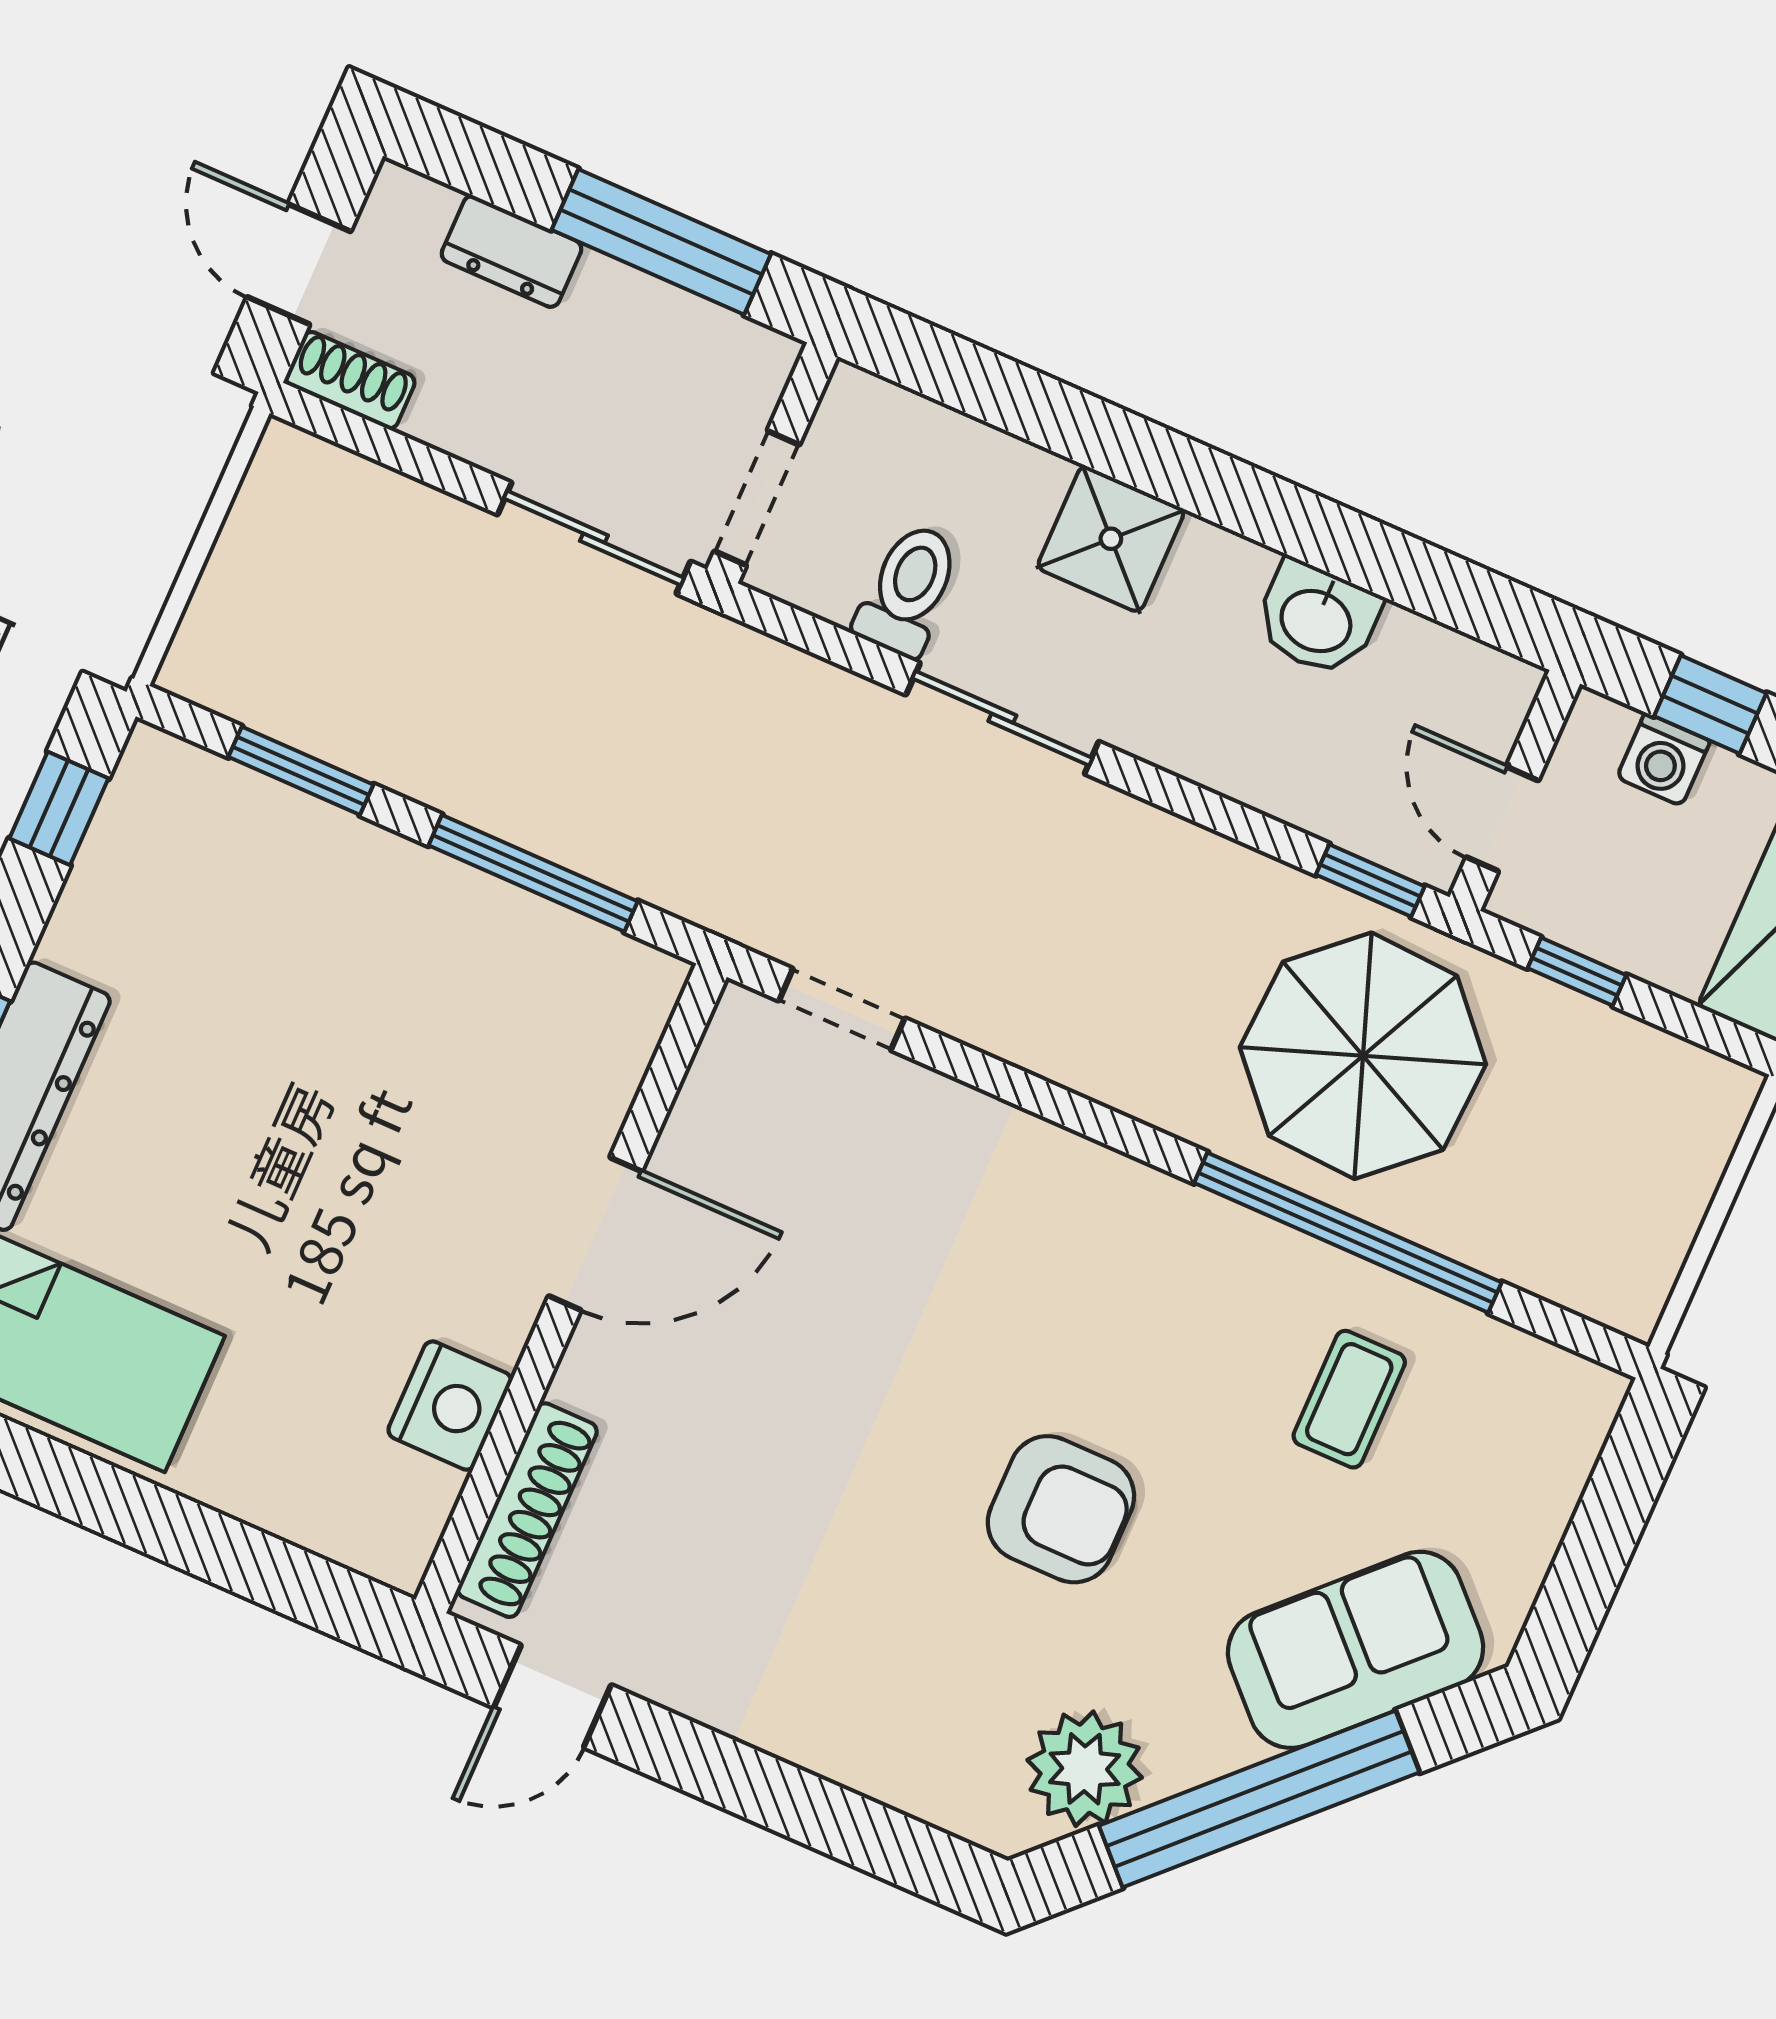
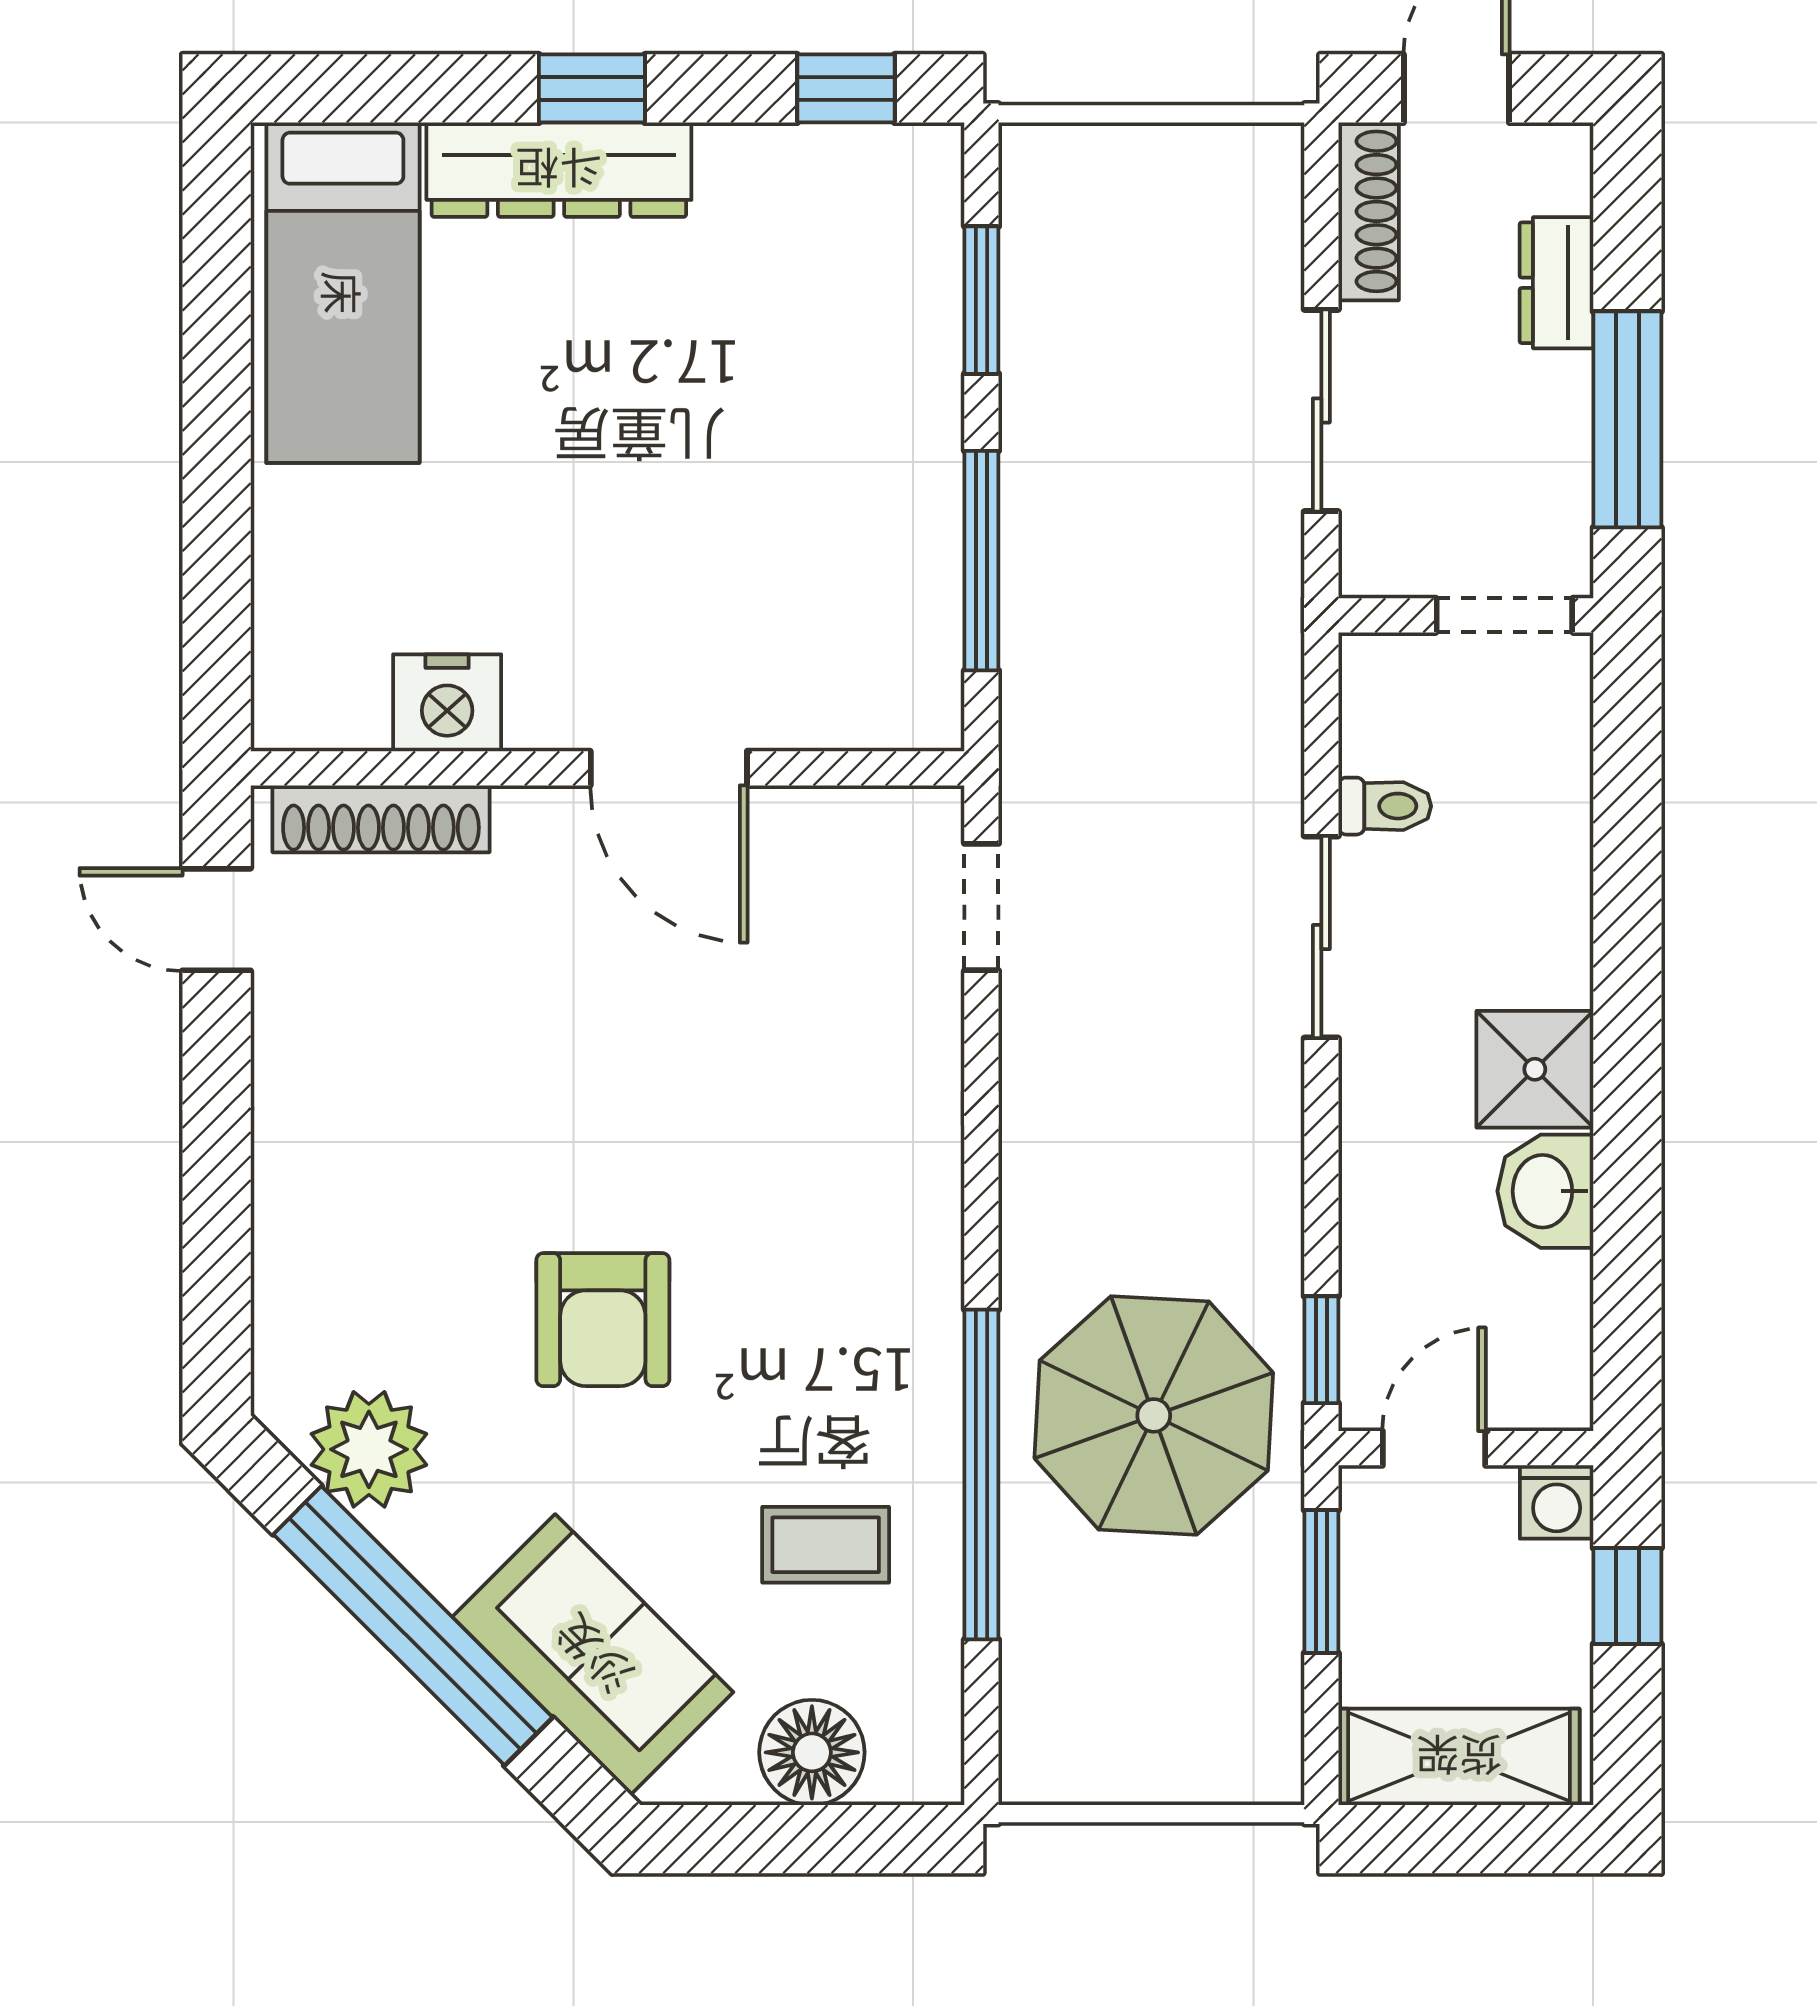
shoe rack: (350, 380) -> (1369, 211), width x1.43
doorway: (757, 498) -> (1504, 615), moved
sliding door: (594, 538) -> (1321, 410), moved
shower: (1111, 539) -> (1535, 1069), moved
toilet: (908, 590) -> (1385, 806), width x0.73, depth x0.72
washing machine: (1663, 759) -> (1557, 1502), moved, turned -90
window: (1577, 972) -> (1321, 1582), width x1.50
floor lamp: (1529, 1493) -> (812, 1752), added

